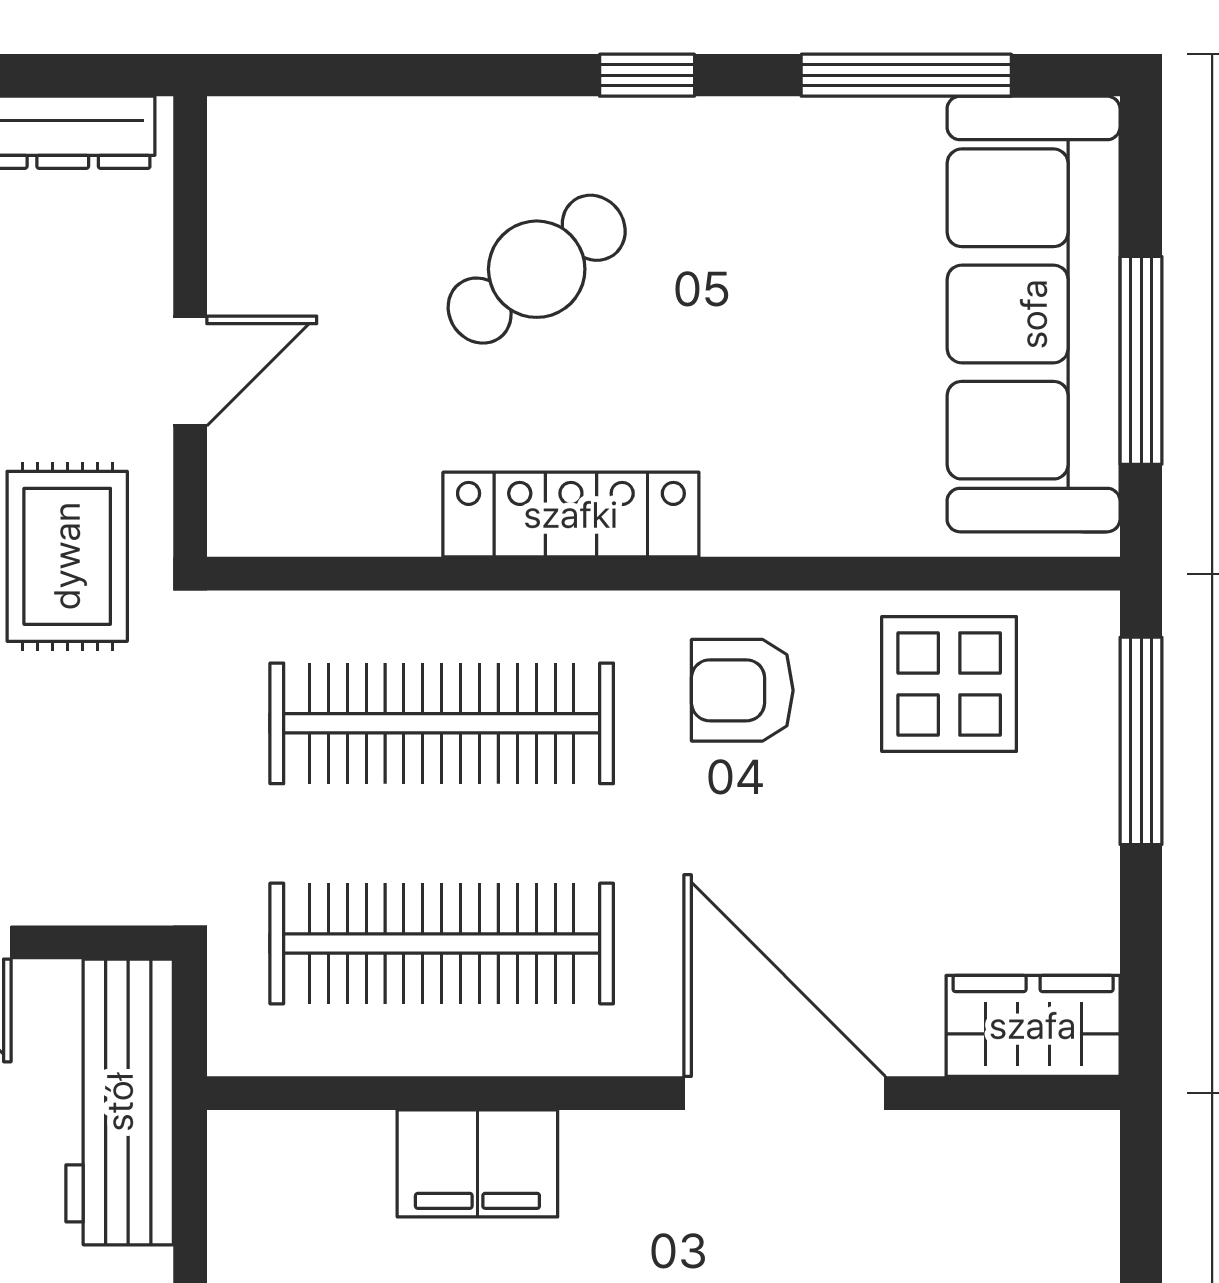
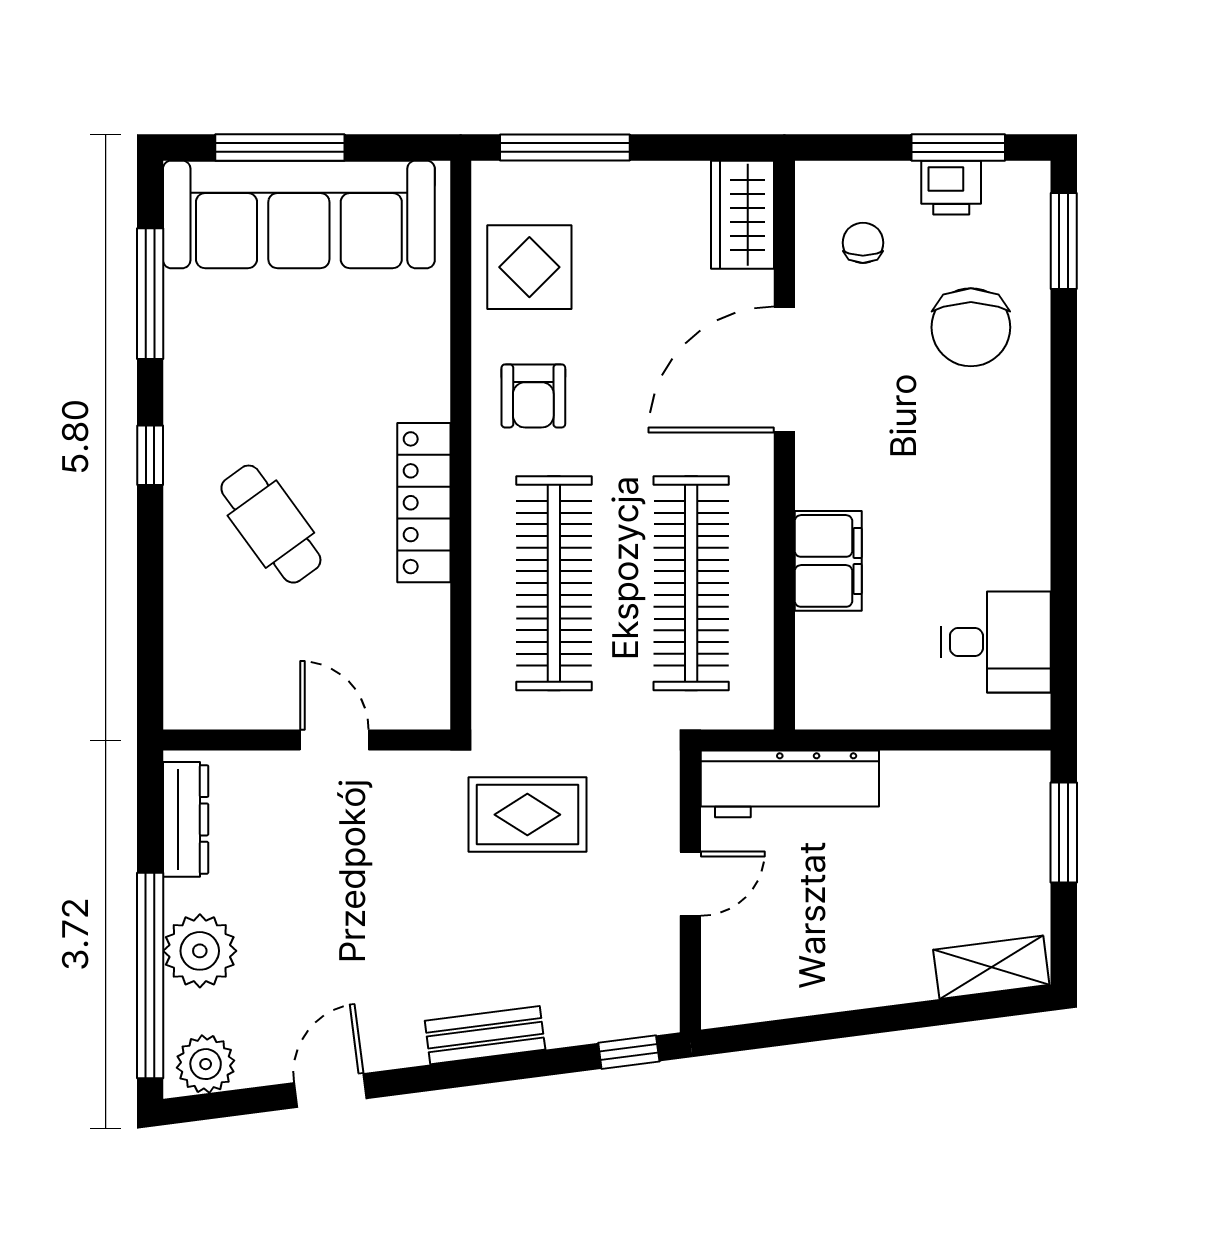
window: (1141, 360) -> (280, 147), moved
rug: (67, 556) -> (527, 815), moved
chair: (988, 1219) -> (863, 243), added

